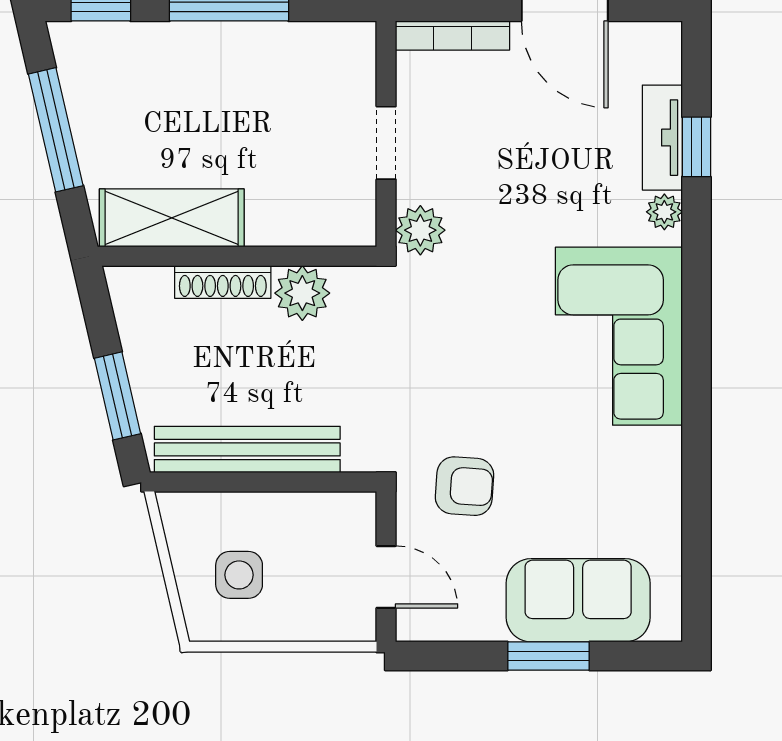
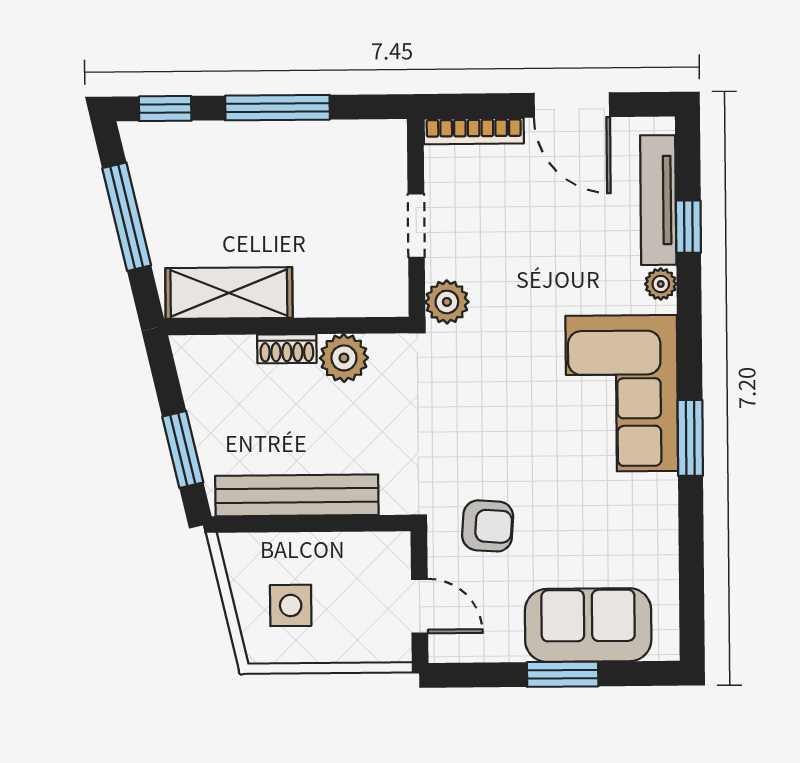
tv unit: (662, 138) -> (658, 200), width x1.41
shoe rack: (223, 282) -> (287, 349), width x0.70
window: (696, 388) -> (690, 438), added

